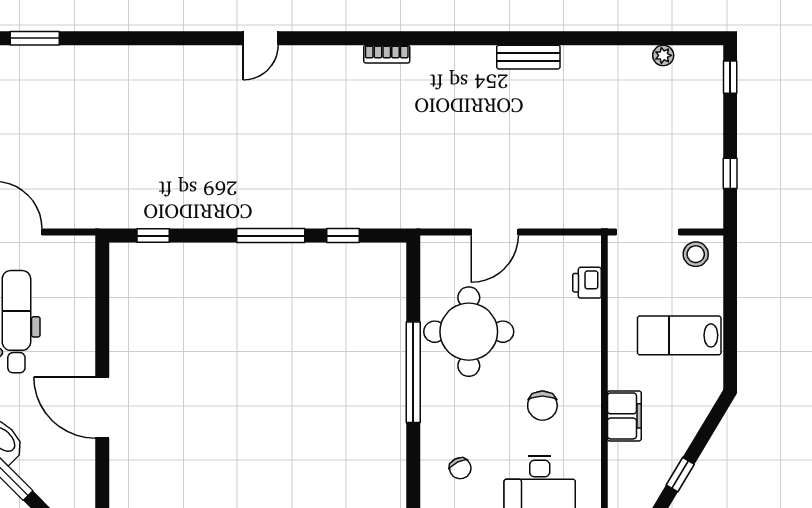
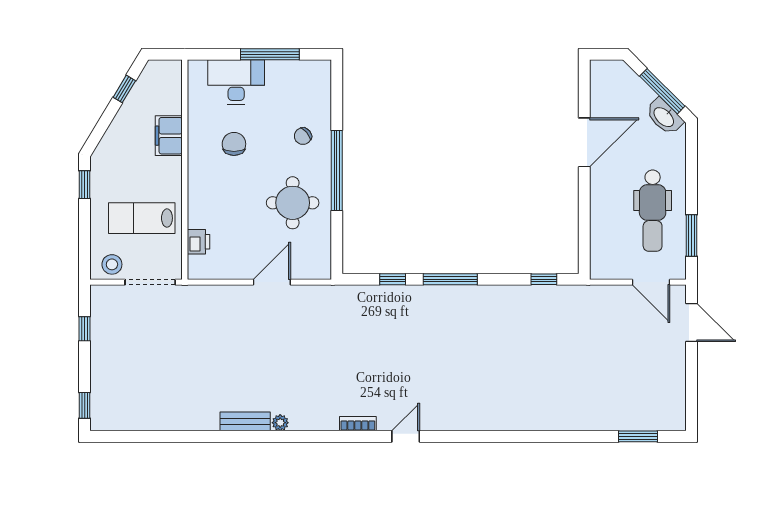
door: (261, 38) -> (406, 436), moved
plant: (663, 55) -> (280, 423), moved
round table: (469, 332) -> (293, 203), width x0.73, depth x0.73
lab bench: (679, 335) -> (142, 218), moved, turned 180
window: (730, 354) -> (85, 185), added
door: (102, 408) -> (584, 142), hinge flipped
chair: (460, 468) -> (303, 136), moved, turned -104

